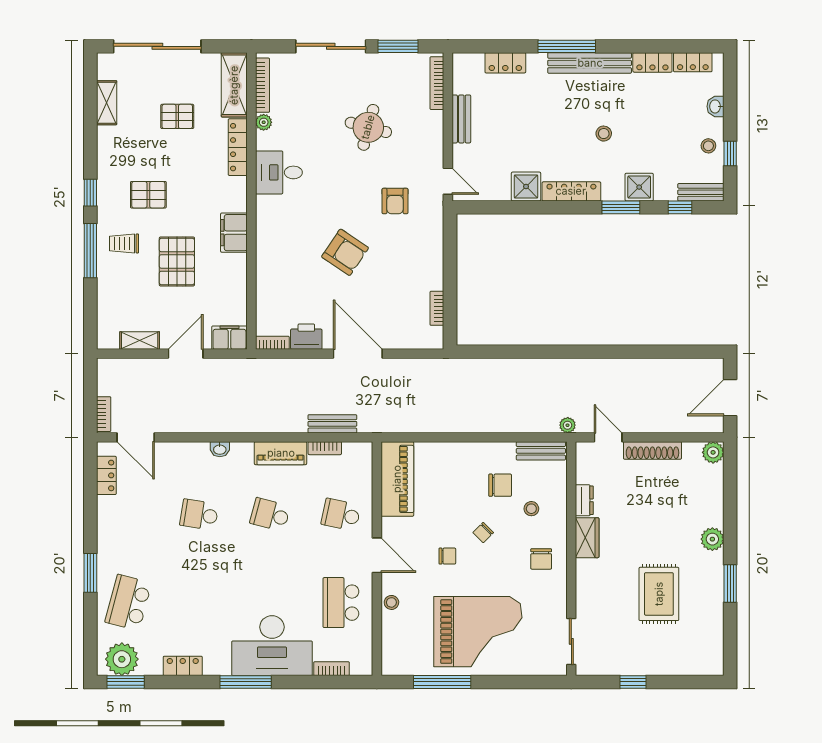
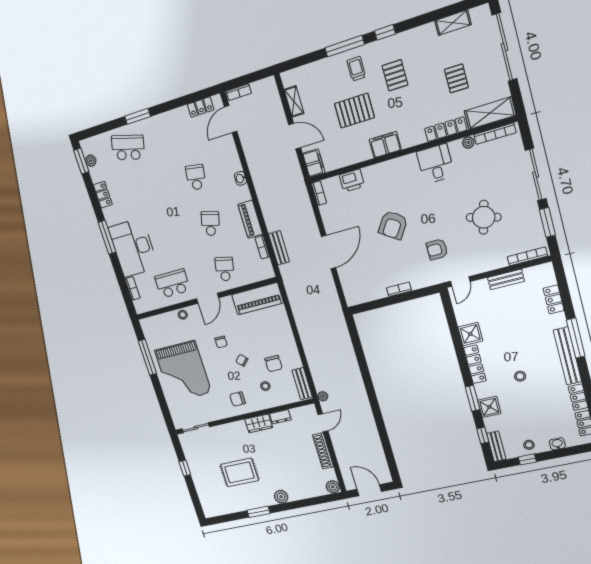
bookcase: (437, 308) -> (399, 289), moved
printer: (306, 337) -> (352, 181), moved, turned 90
plant: (122, 659) -> (91, 161), width x0.53, depth x0.53

